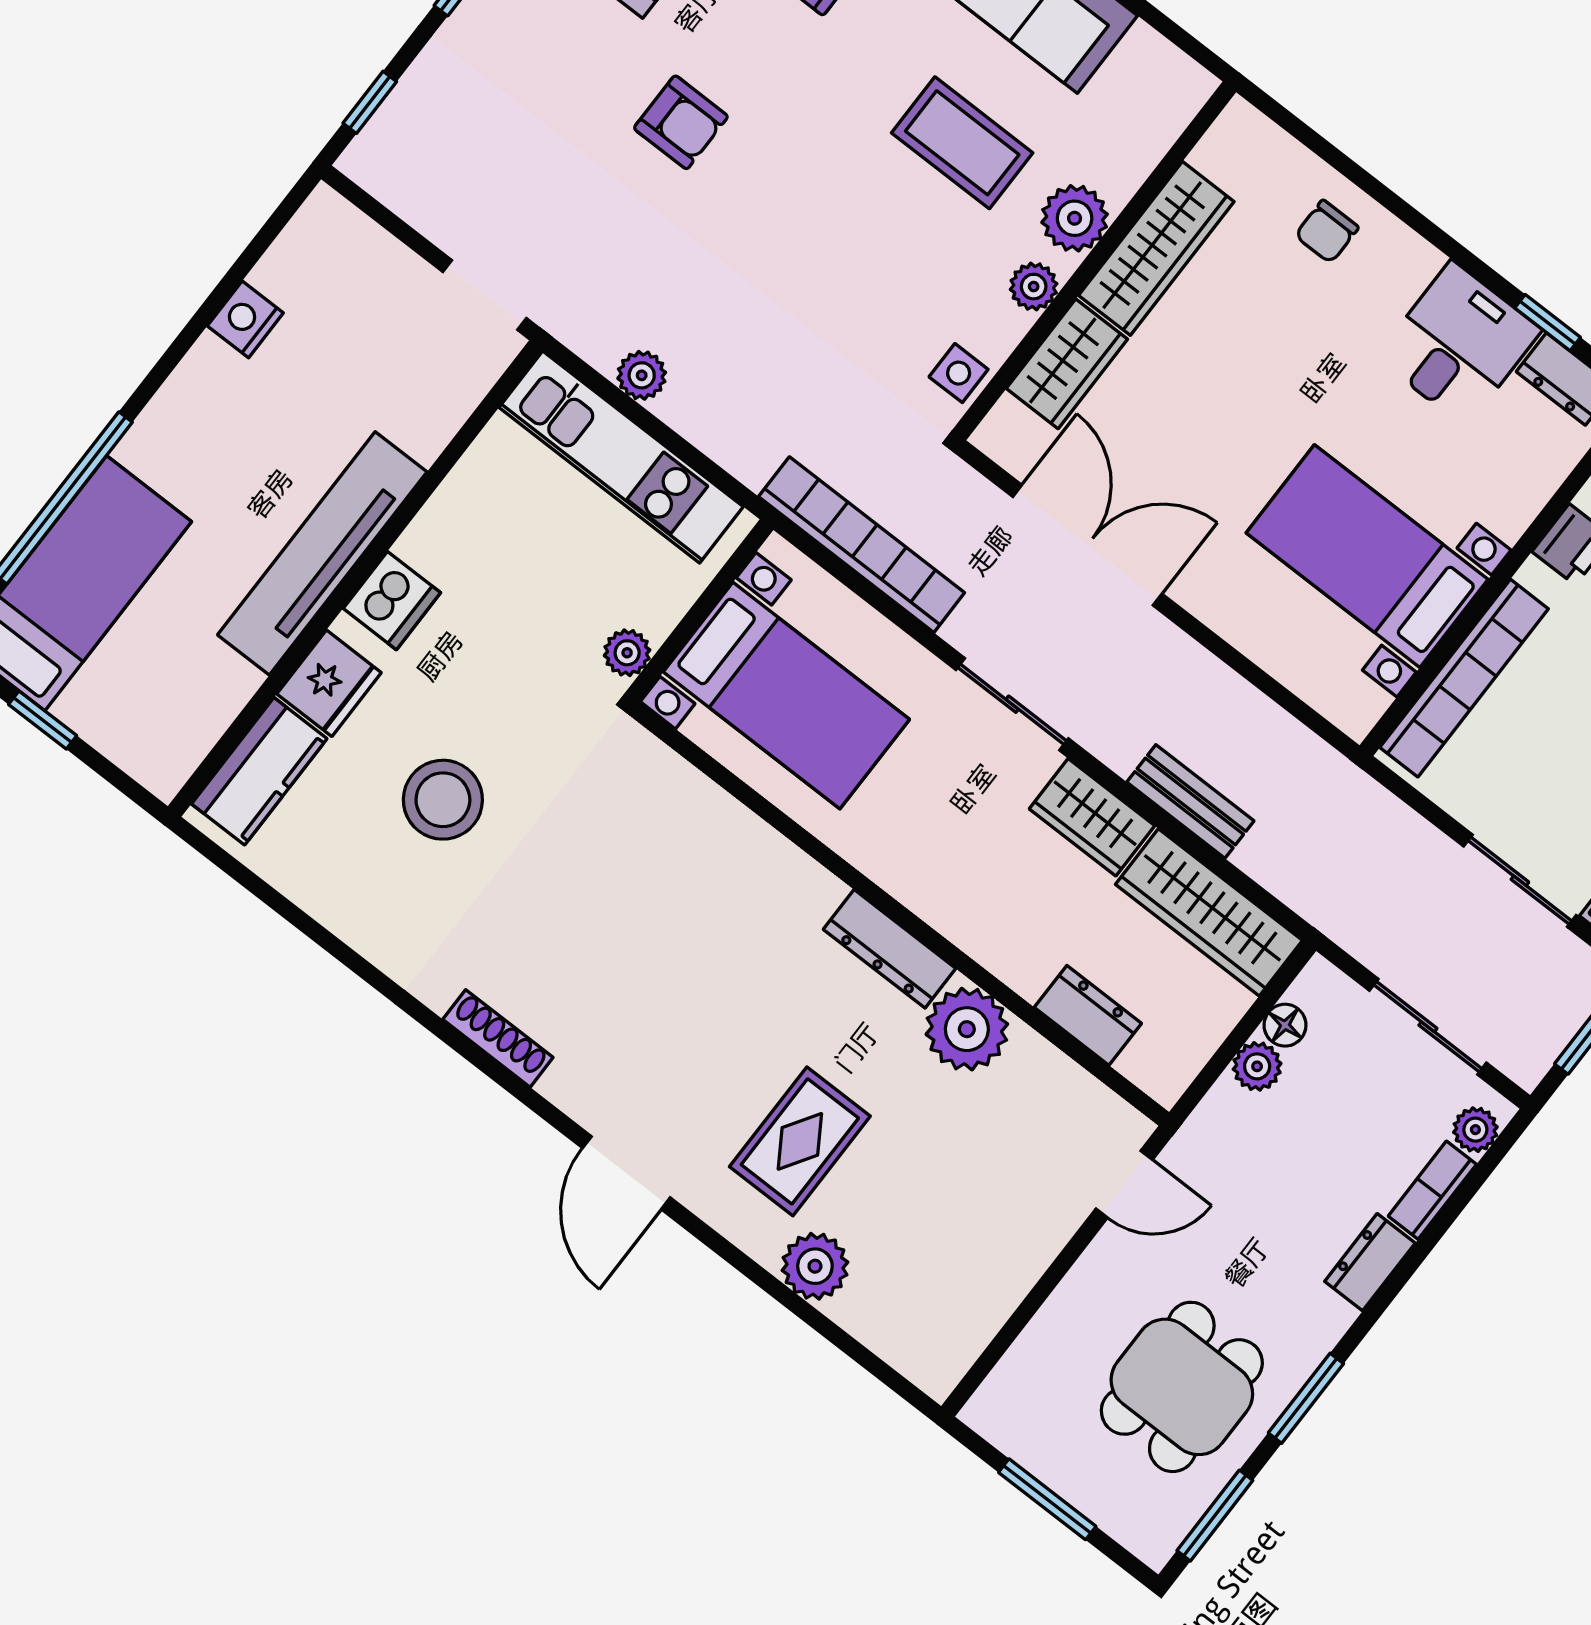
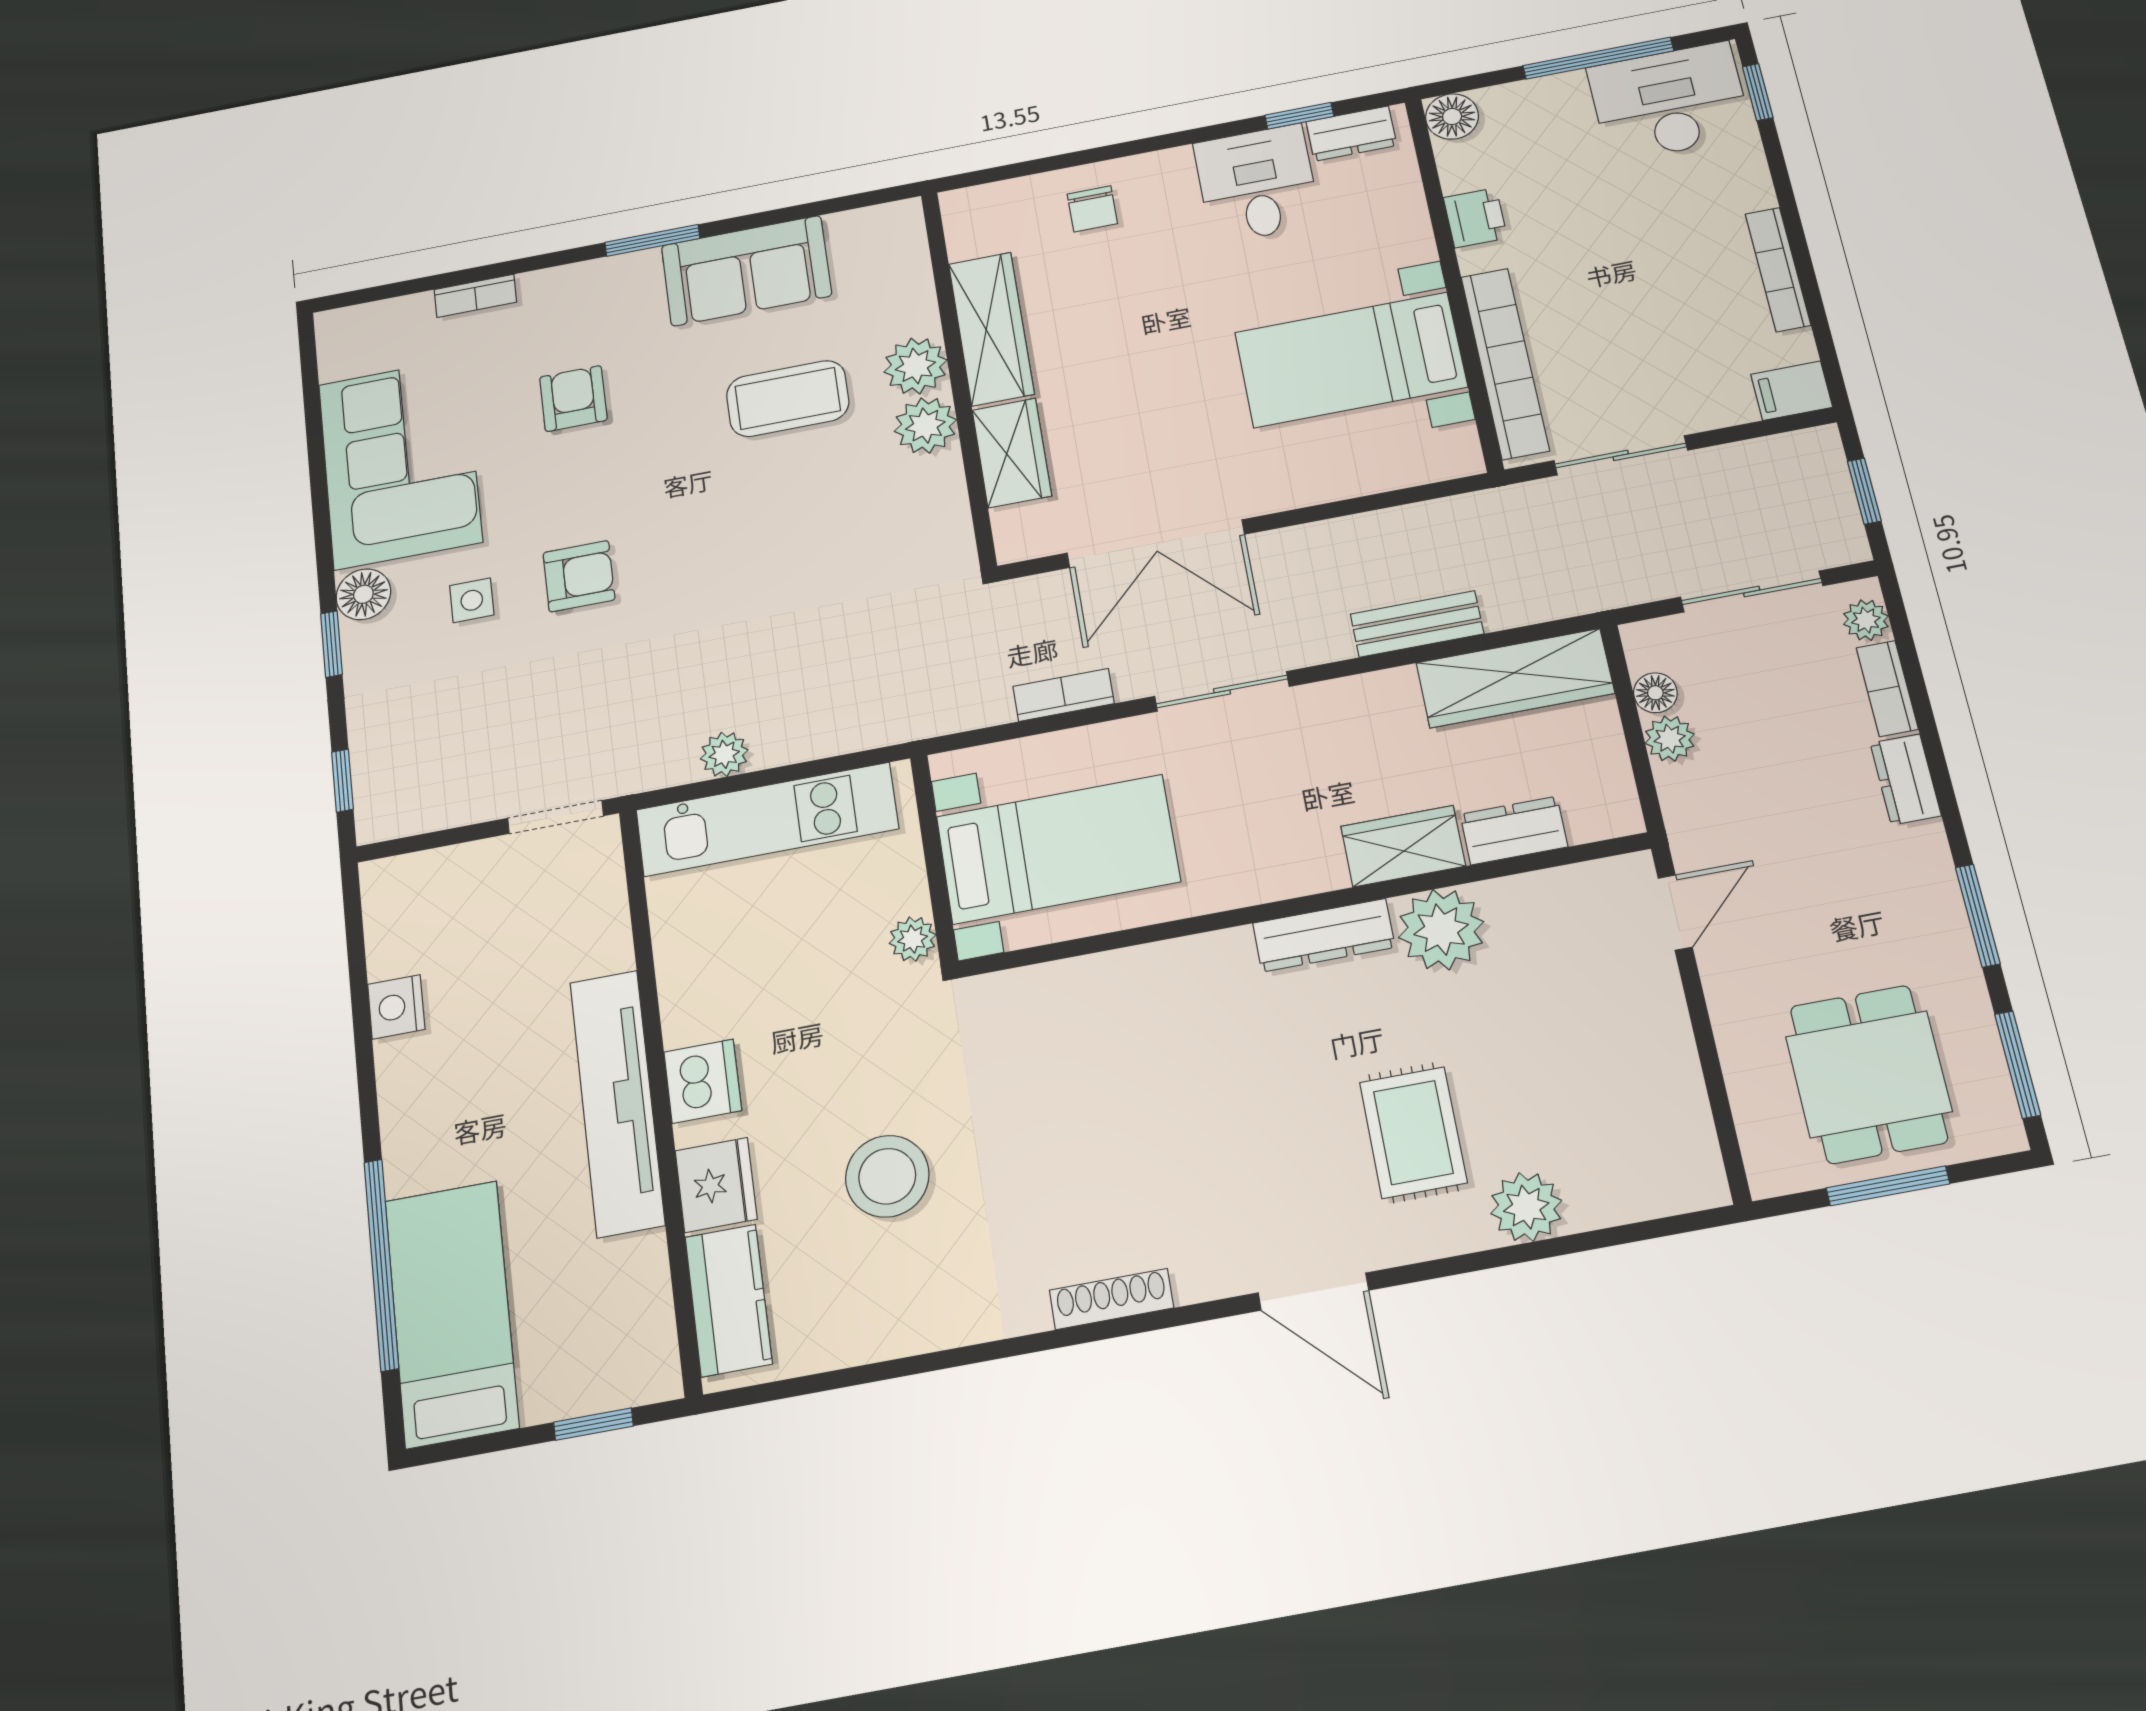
plant: (1034, 287) -> (925, 425), width x1.38, depth x1.38
side table: (959, 373) -> (472, 600), moved
bookcase: (862, 545) -> (1064, 695), width x0.43, depth x0.76
double door: (1087, 545) -> (1156, 544), swing flipped
window: (43, 720) -> (593, 1424), moved
wardrobe: (1092, 817) -> (1403, 846), moved, turned 180
sliding door: (1520, 881) -> (1621, 455), moved
dining table: (1182, 1387) -> (1869, 1074), moved

